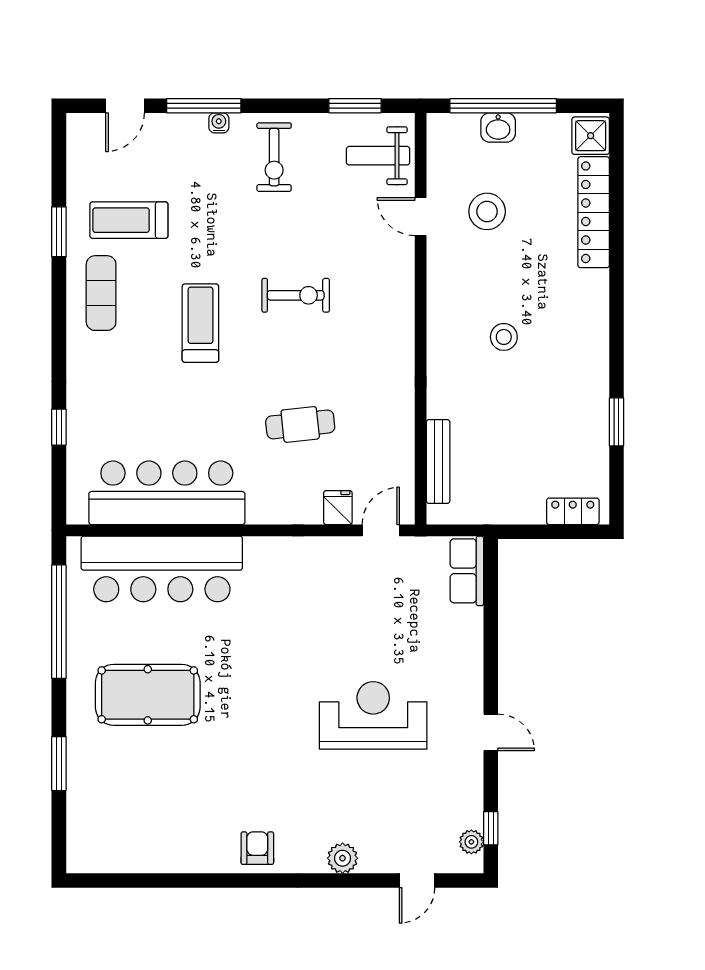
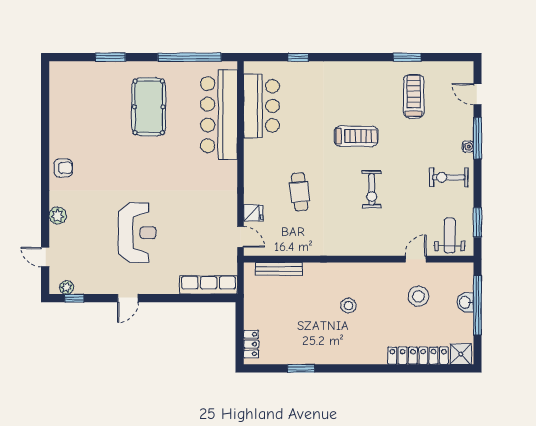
exercise mat: (101, 293) -> (373, 81), removed
bar counter: (167, 493) -> (261, 106), width x0.73
row of seats: (467, 571) -> (209, 285), width x1.48

